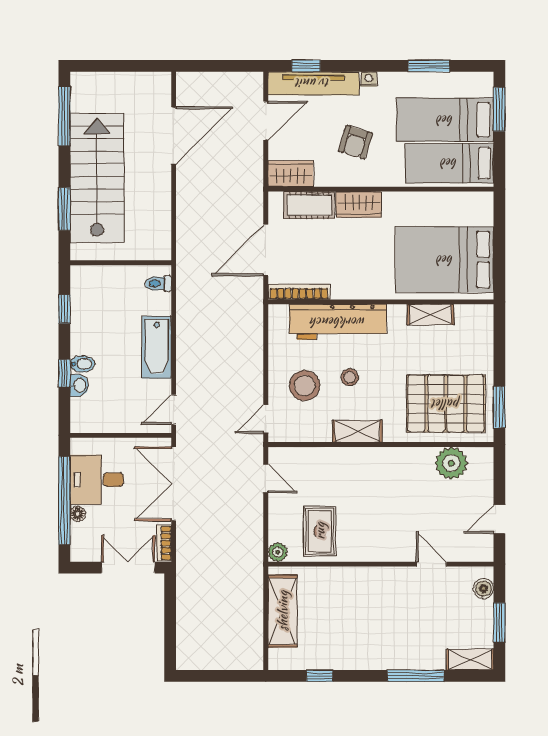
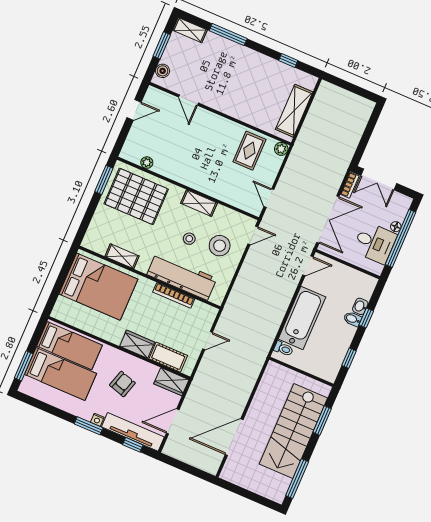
window: (429, 66) -> (89, 426), moved
door: (266, 250) -> (208, 341), width x0.53
bookcase: (299, 292) -> (174, 295), moved
bathtub: (157, 347) -> (302, 318), width x1.36, depth x1.36
plant: (451, 463) -> (147, 163), width x0.53, depth x0.53

